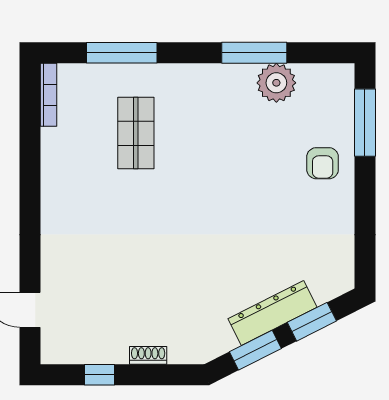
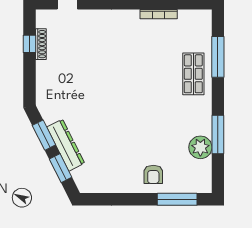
bookcase: (49, 95) -> (159, 14), moved
shop shelf: (136, 133) -> (193, 74), moved, turned 90
armchair: (323, 163) -> (153, 174), turned -90
shoe rack: (148, 355) -> (41, 44), moved, width x1.43

